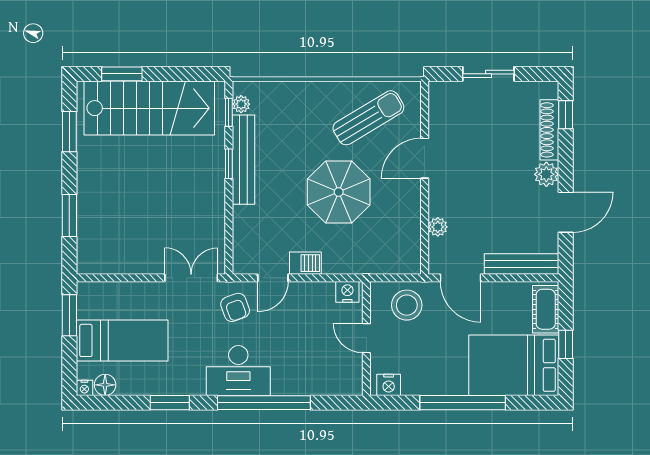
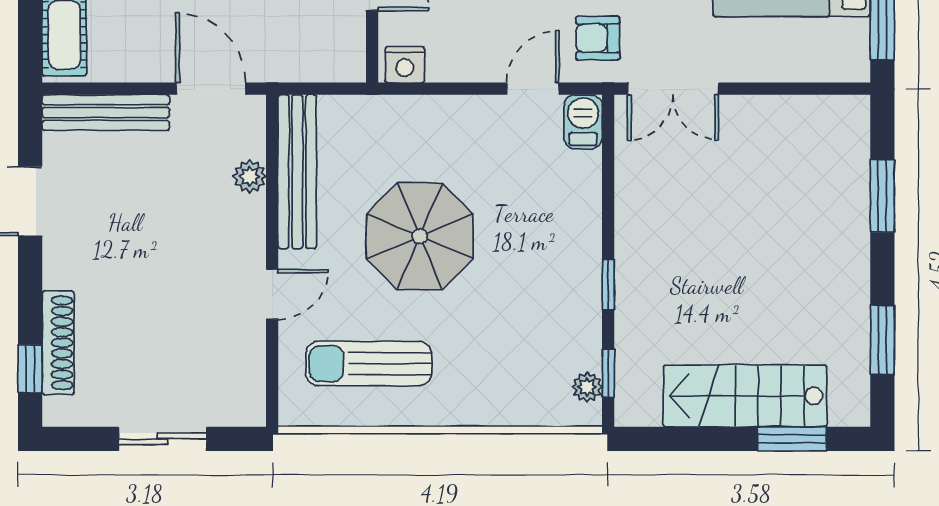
stairs: (149, 108) -> (745, 396), width x0.73, depth x0.66
sun lounger: (368, 118) -> (369, 364), turned 31
door: (425, 158) -> (272, 294), width x0.73
bench: (244, 160) -> (297, 172), moved
plant: (546, 174) -> (63, 267), removed
barbecue: (305, 263) -> (583, 122), moved, turned 90
stool: (407, 305) -> (303, 42), removed
armchair: (235, 307) -> (598, 38), turned -70

